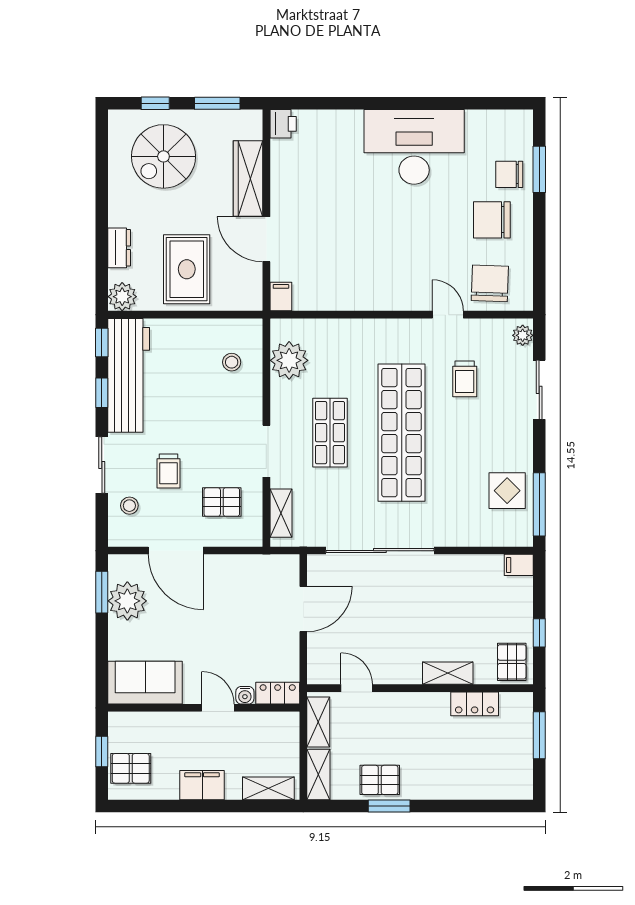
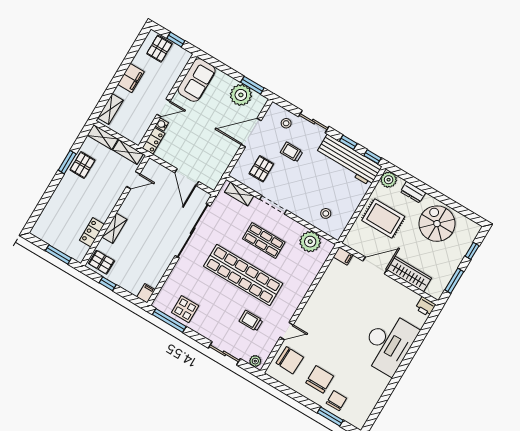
desk: (414, 147) -> (388, 343), moved
spiral stairs: (163, 156) -> (437, 224), moved

